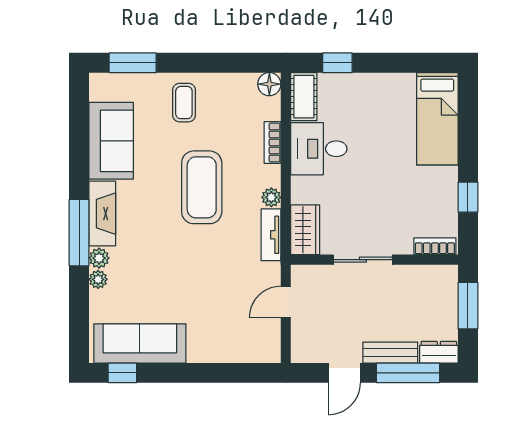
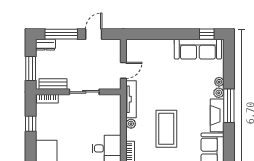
wardrobe: (305, 230) -> (114, 107), removed
tv unit: (271, 235) -> (131, 99), width x1.41
bench: (390, 353) -> (53, 84), moved

